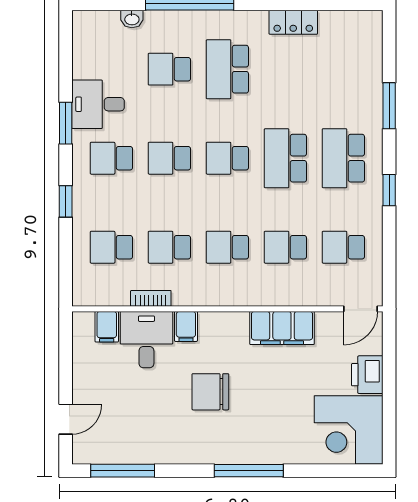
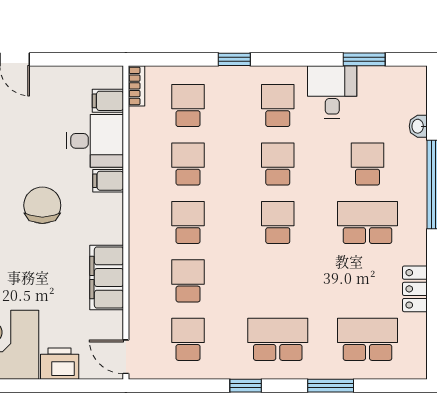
window: (66, 123) -> (364, 59), moved
school desk: (285, 158) -> (368, 339), moved
bookcase: (151, 298) -> (137, 86), moved

